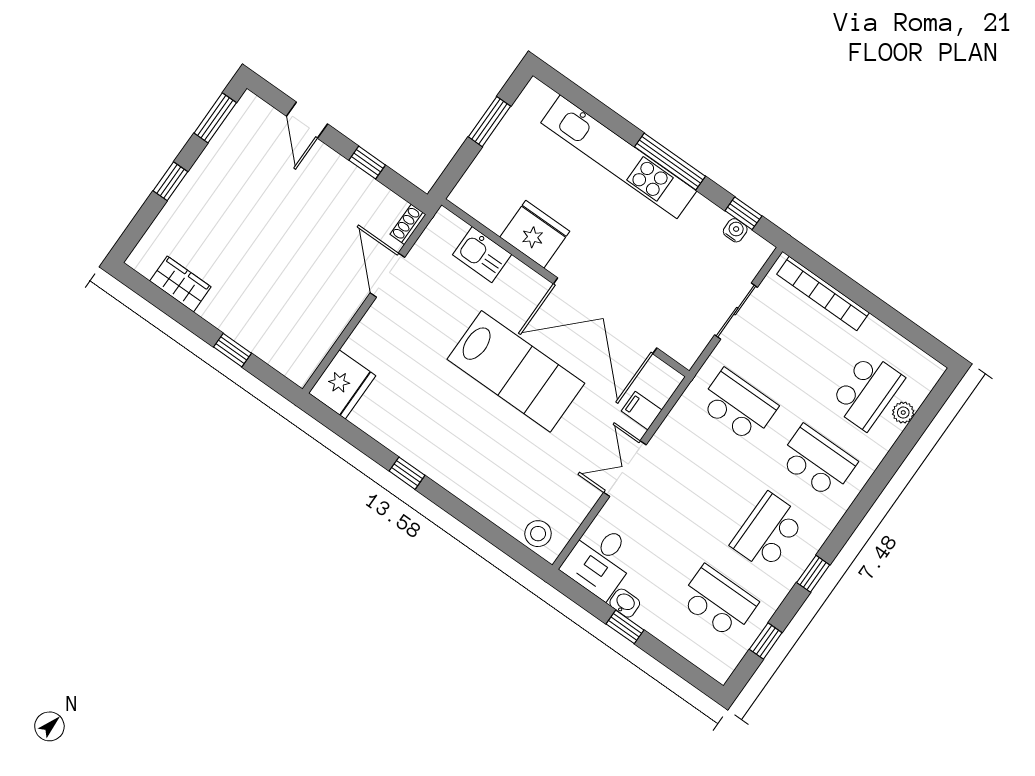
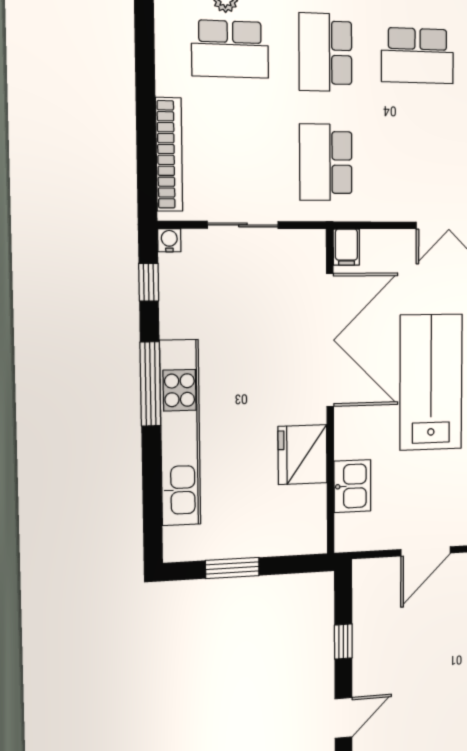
shoe rack: (408, 224) -> (371, 567), removed
water cooler: (735, 230) -> (169, 240), moved, turned 90
school desk: (867, 391) -> (230, 49), turned 180
filing cabinet: (642, 411) -> (346, 247), moved

